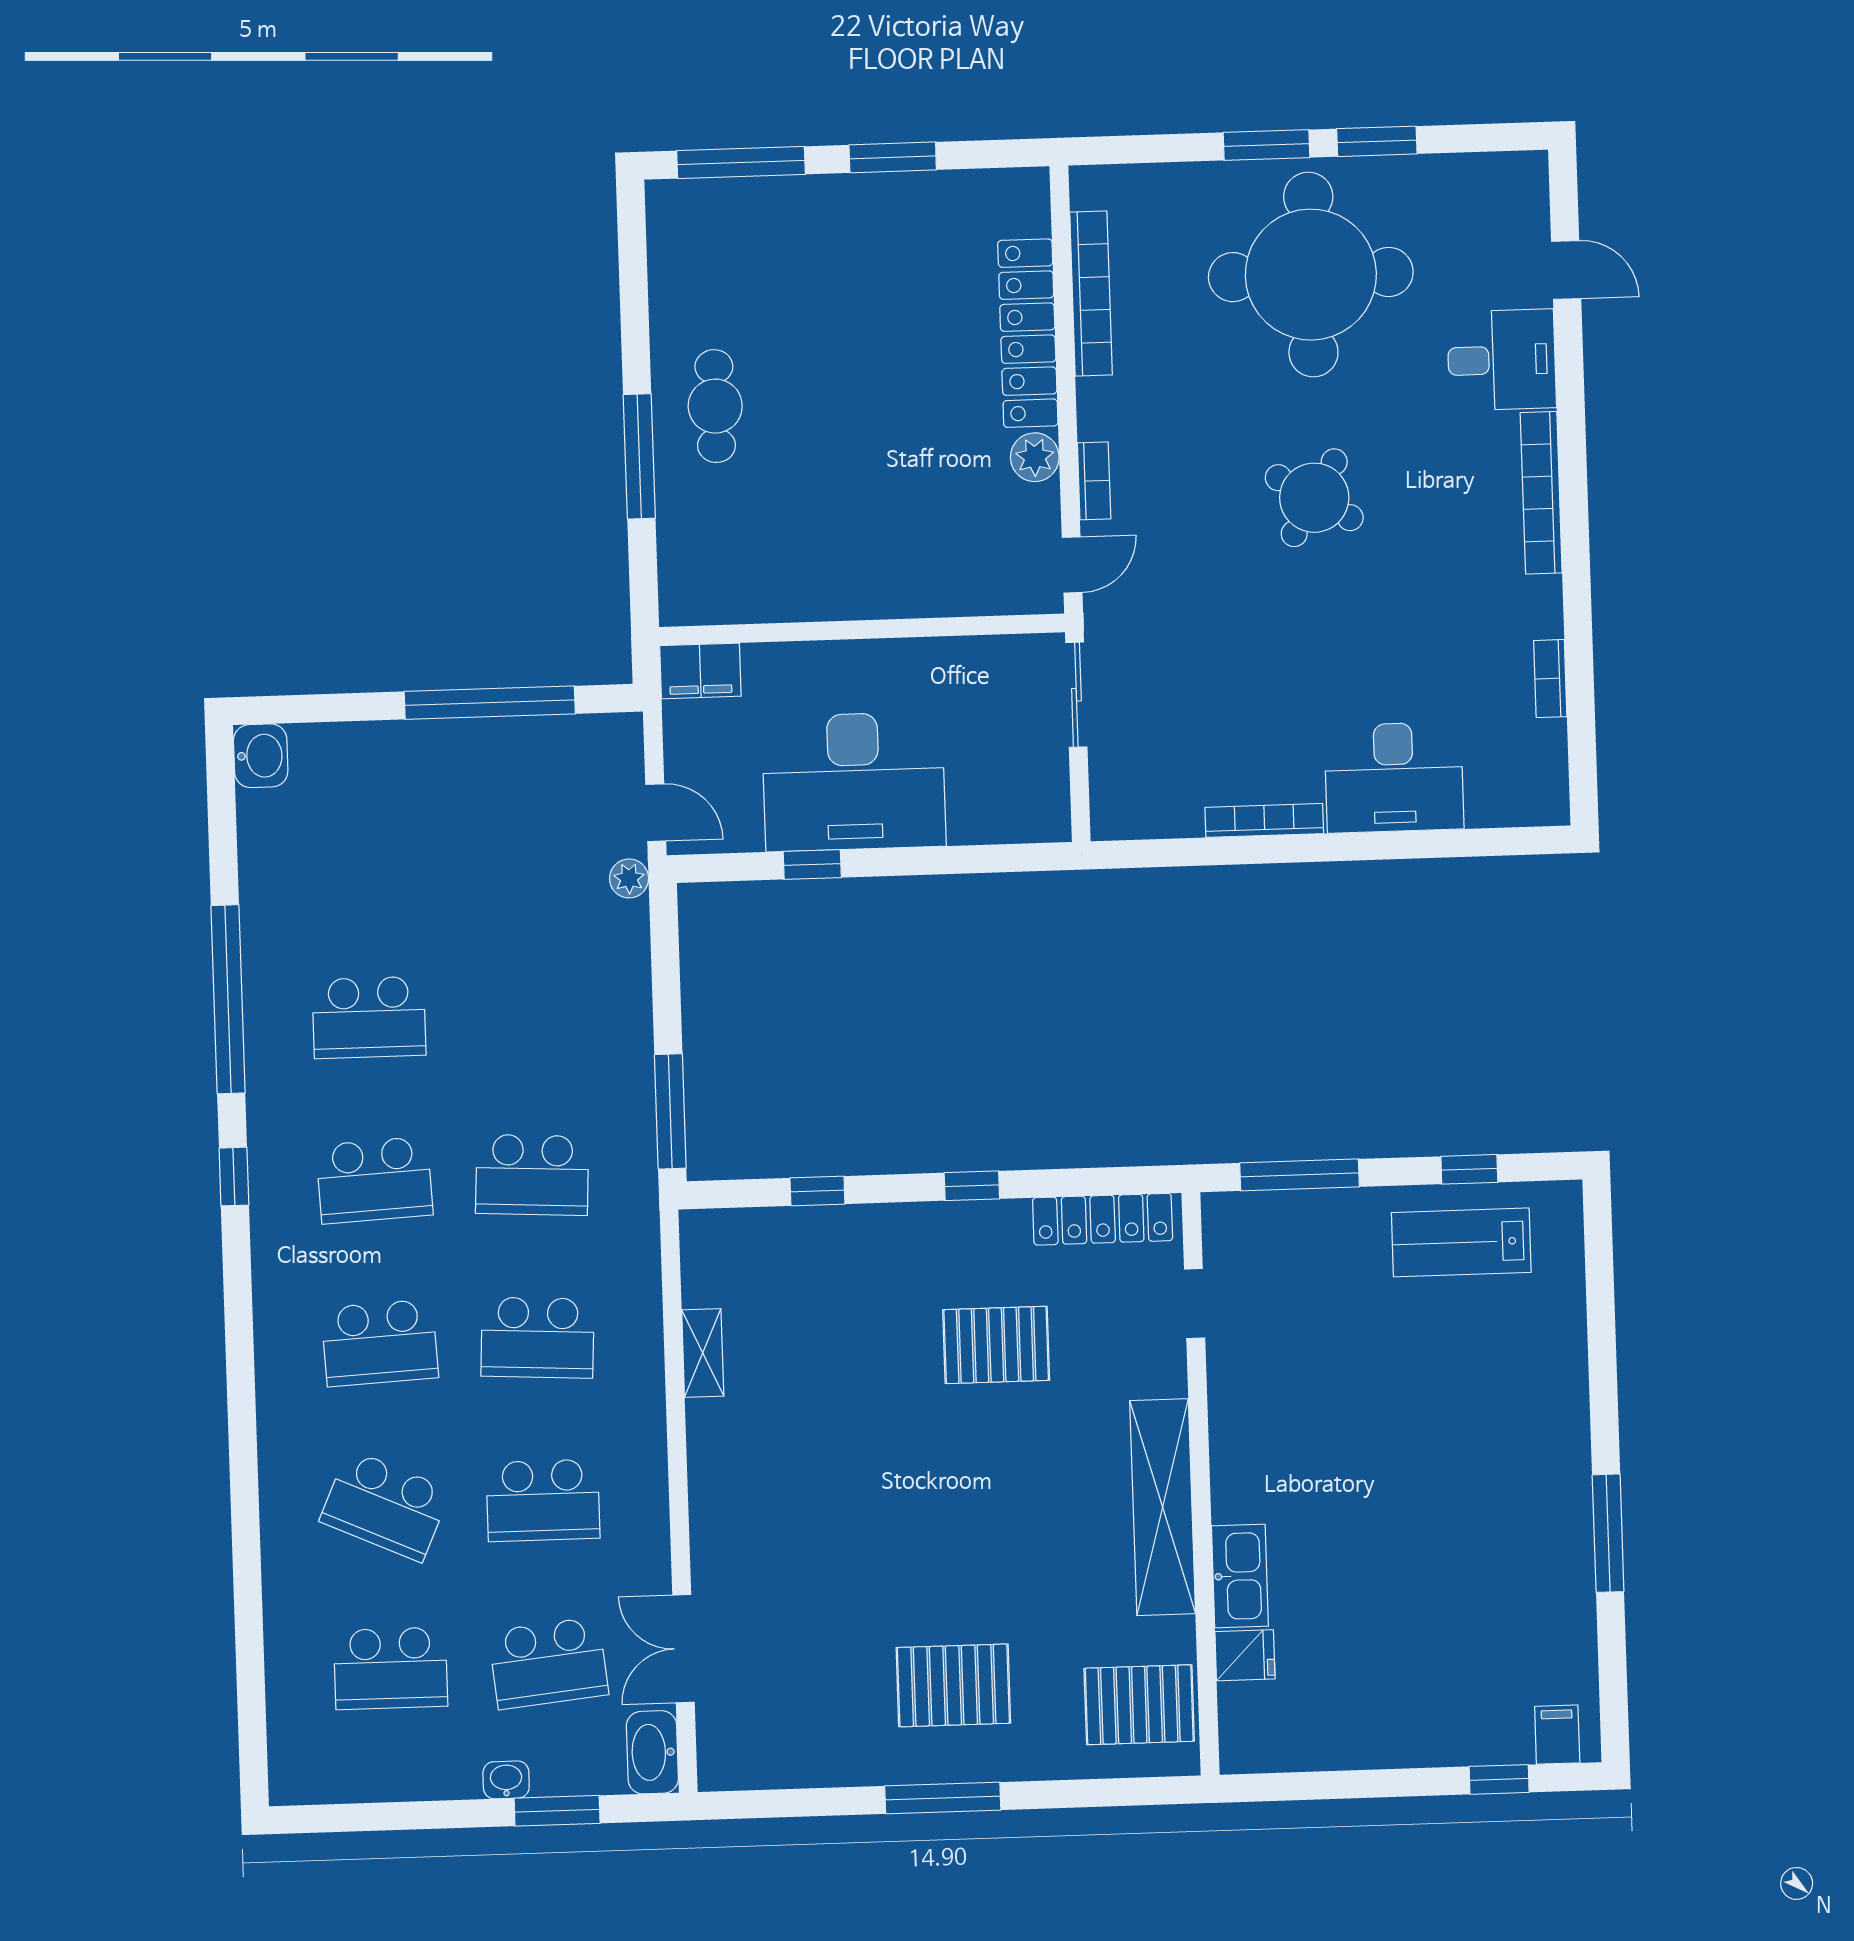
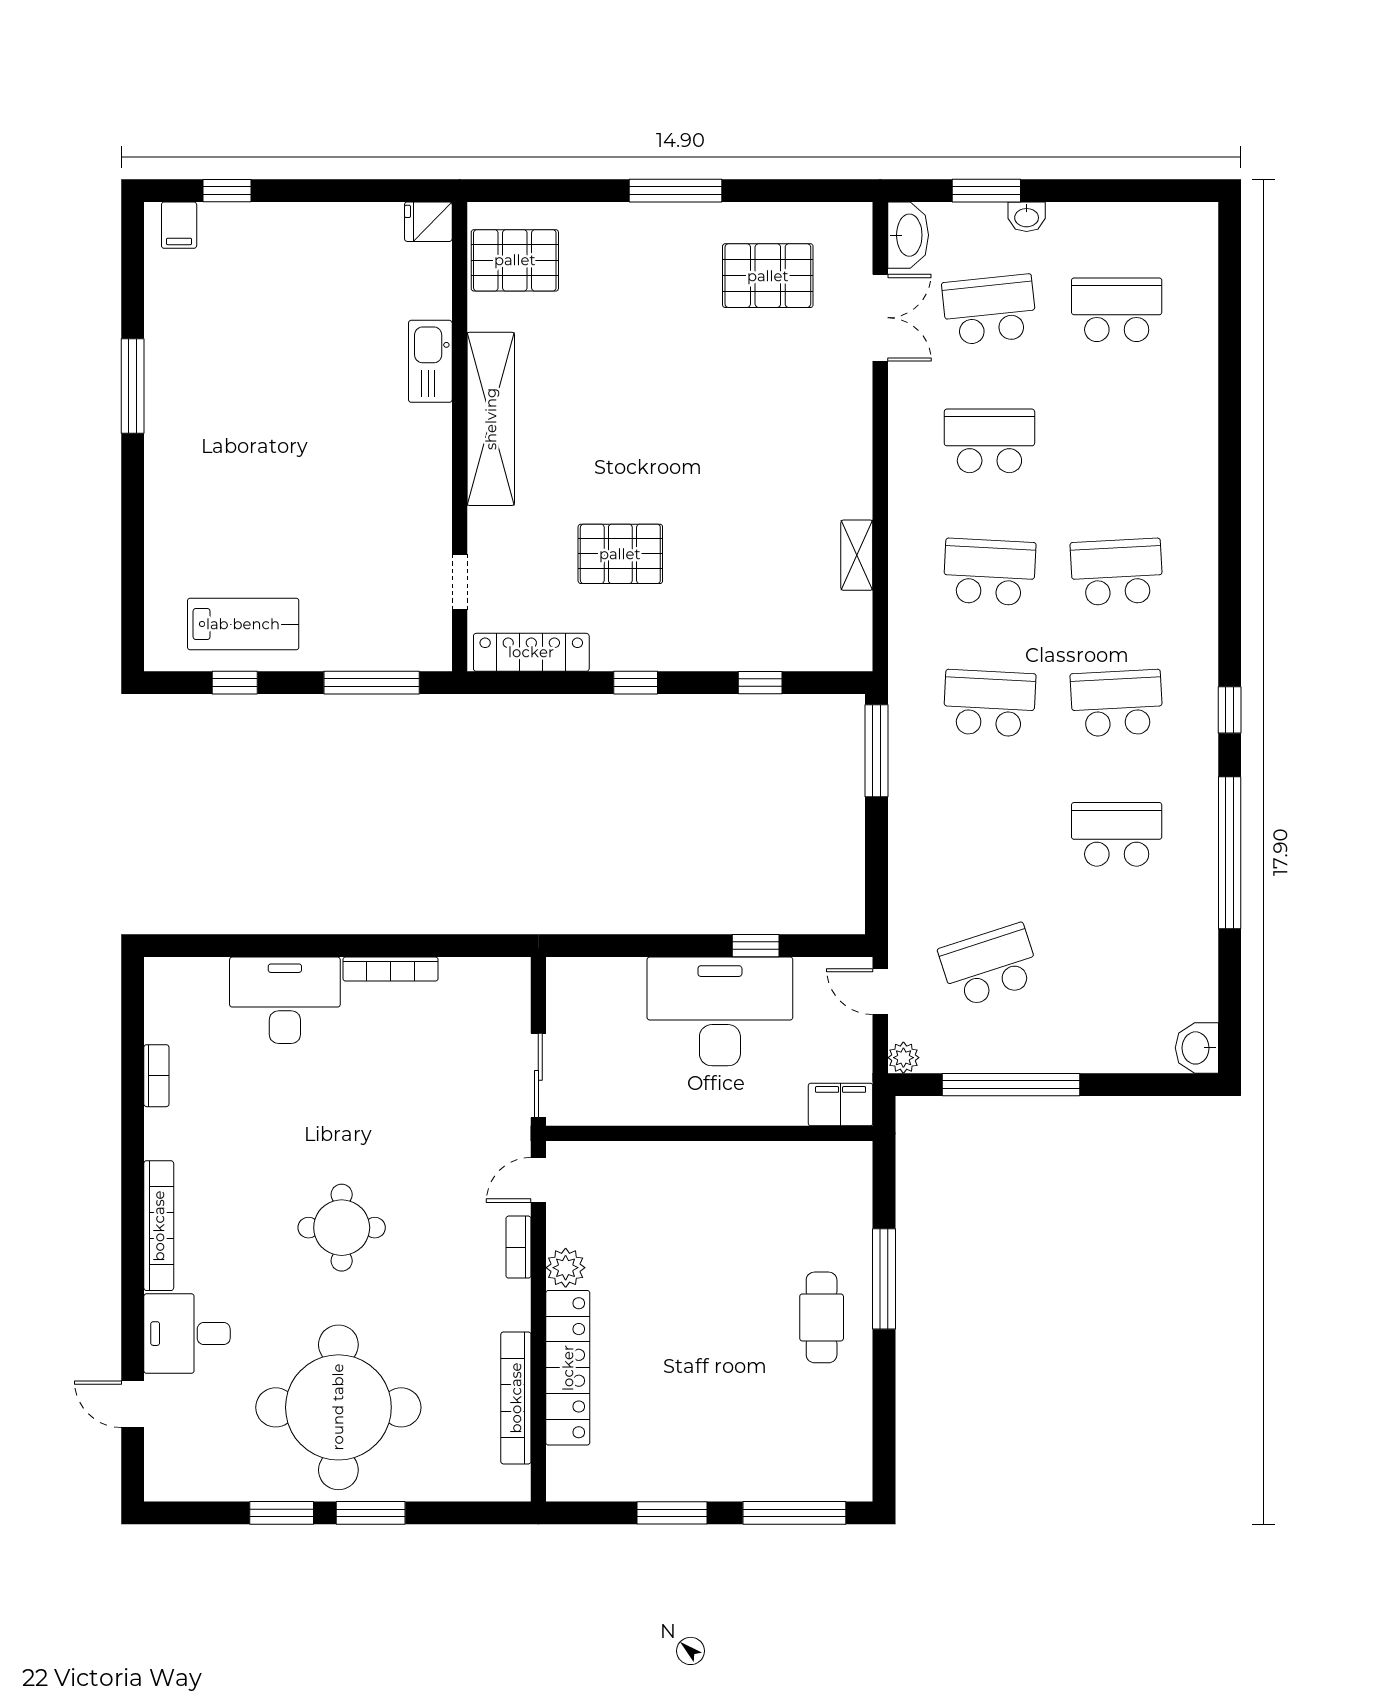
round table: (1314, 498) -> (342, 1228), turned -31
plant: (629, 878) -> (903, 1058), moved
school desk: (385, 1506) -> (989, 966), moved, turned -42
fridge: (1245, 1655) -> (428, 222), moved
pallet: (953, 1685) -> (768, 276), moved

